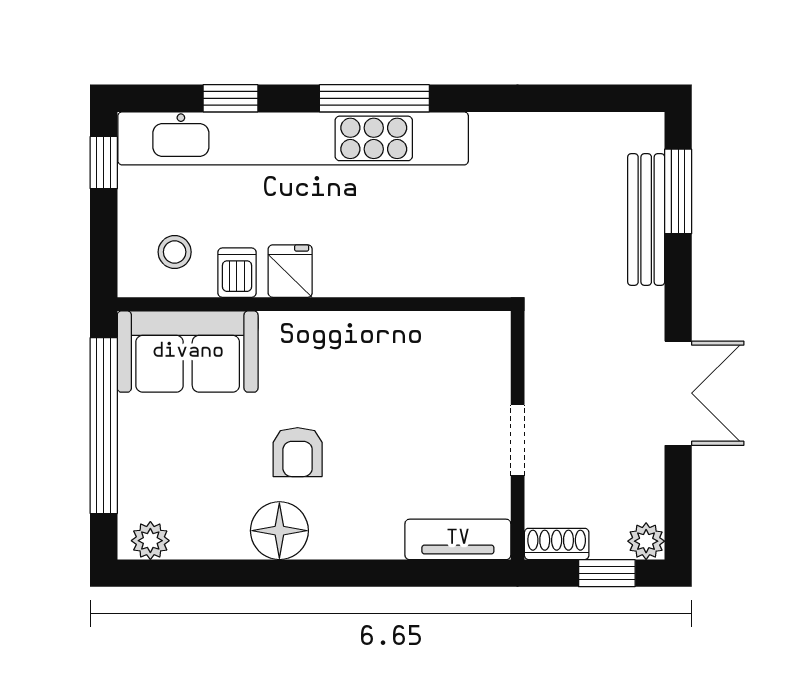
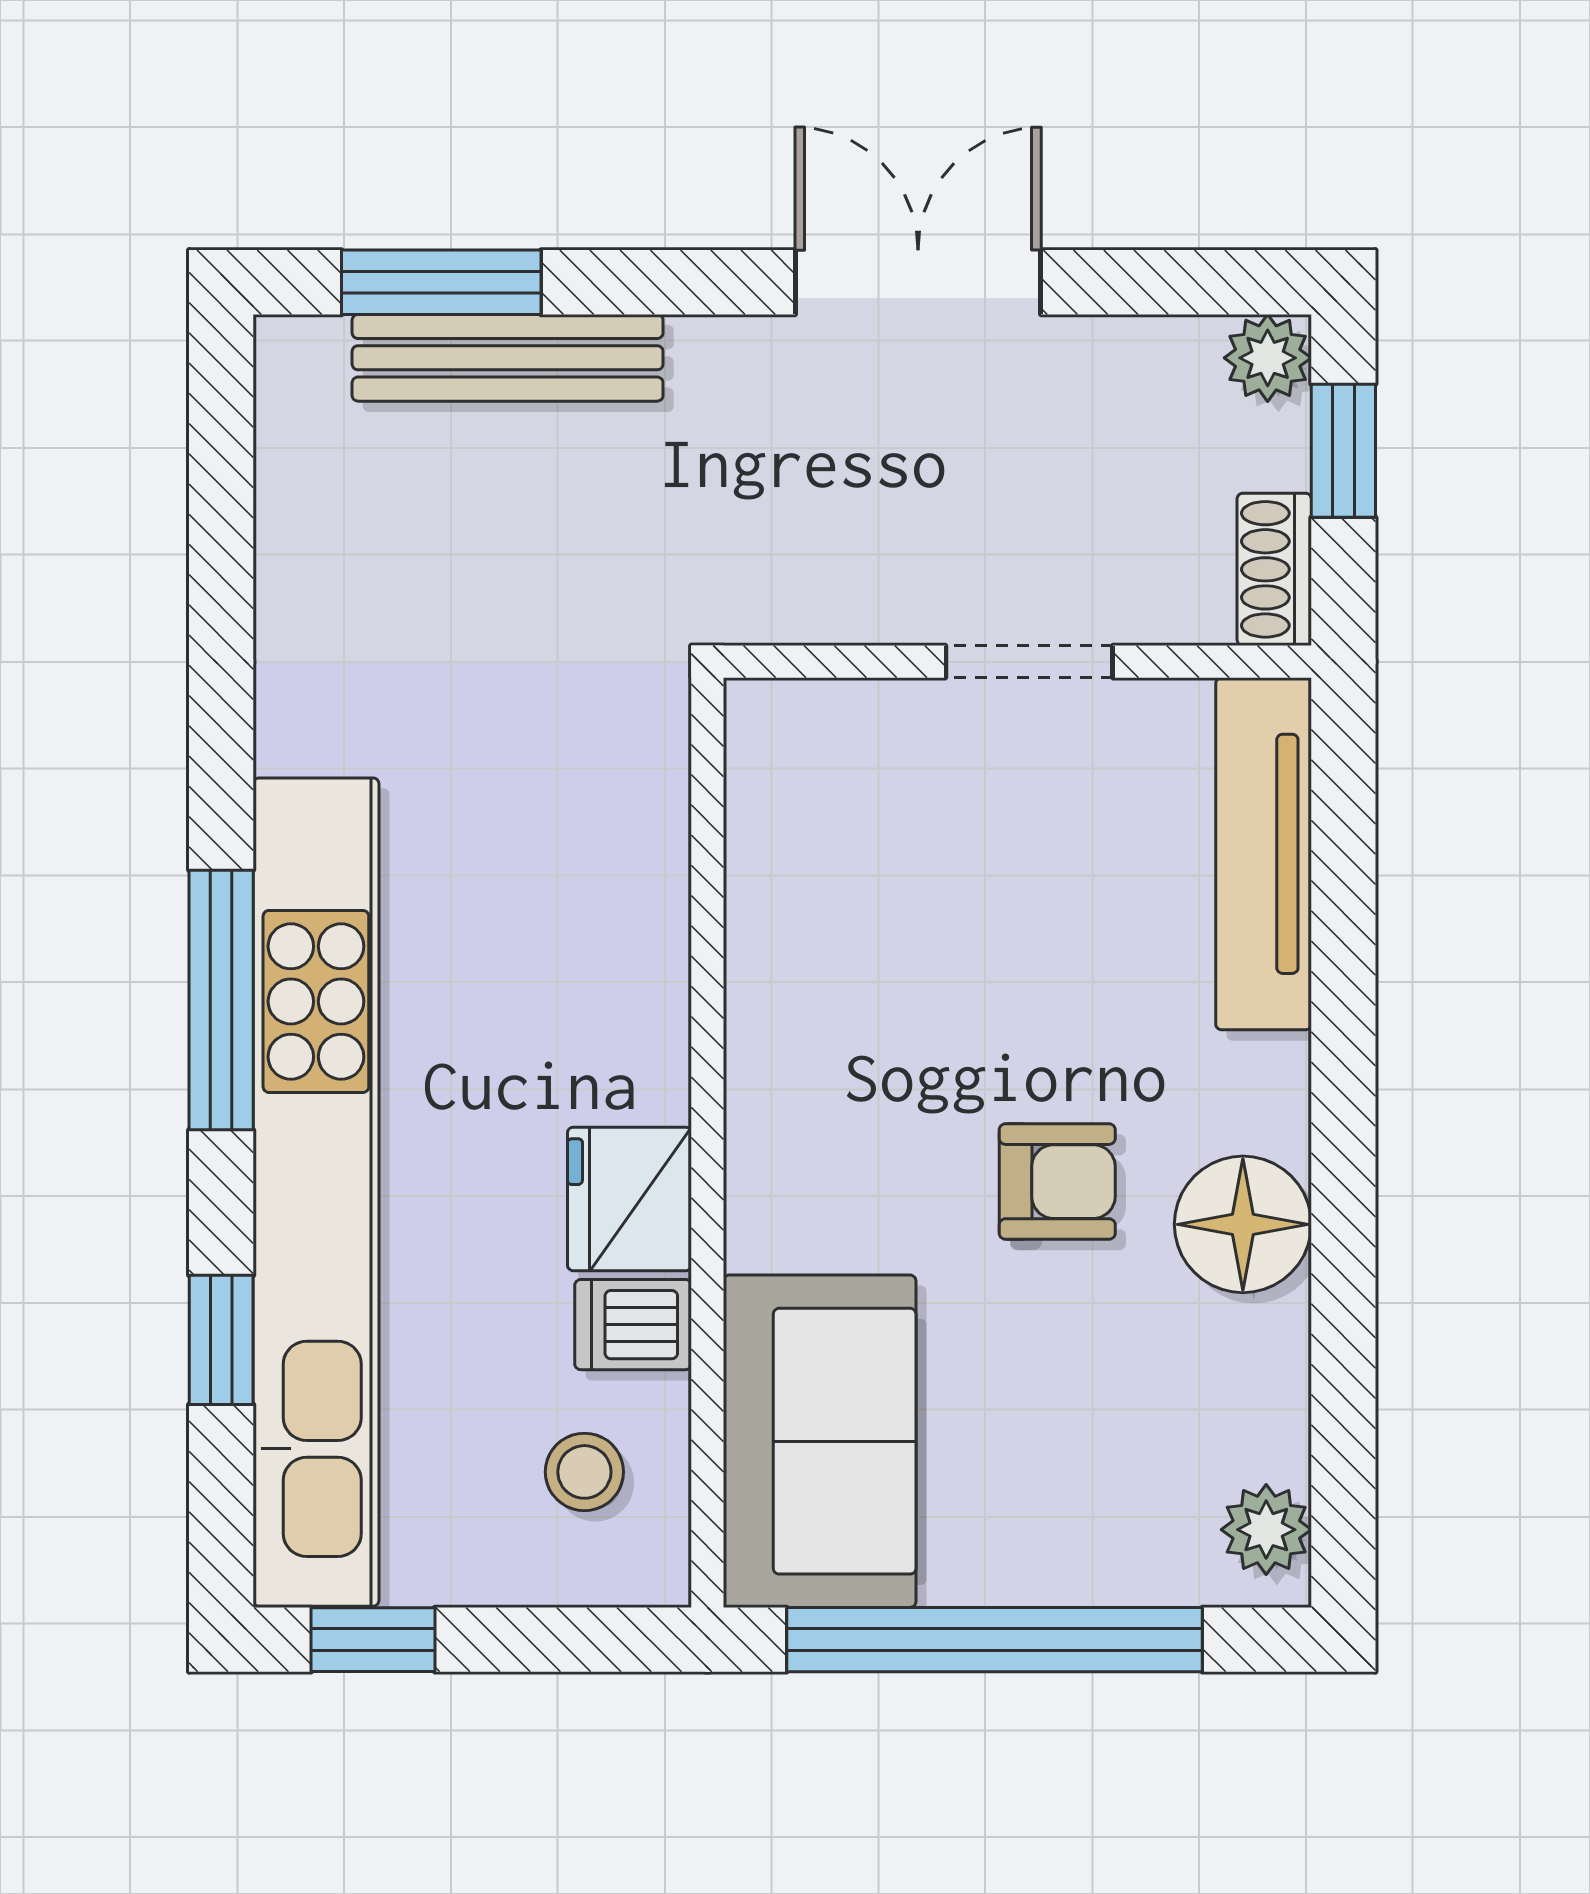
fridge: (290, 271) -> (629, 1199), width x1.38
tv unit: (458, 539) -> (1264, 854), width x1.41

